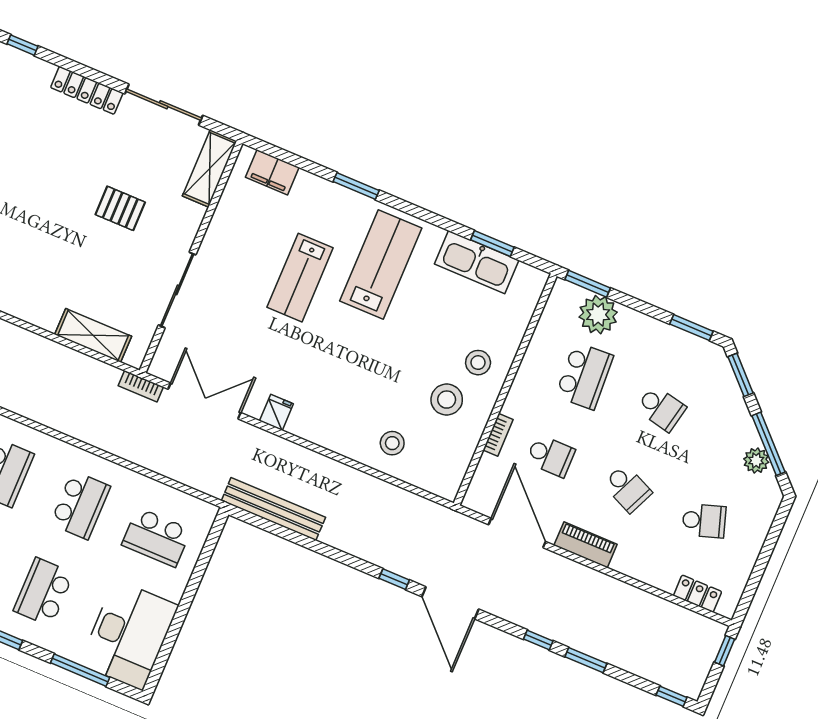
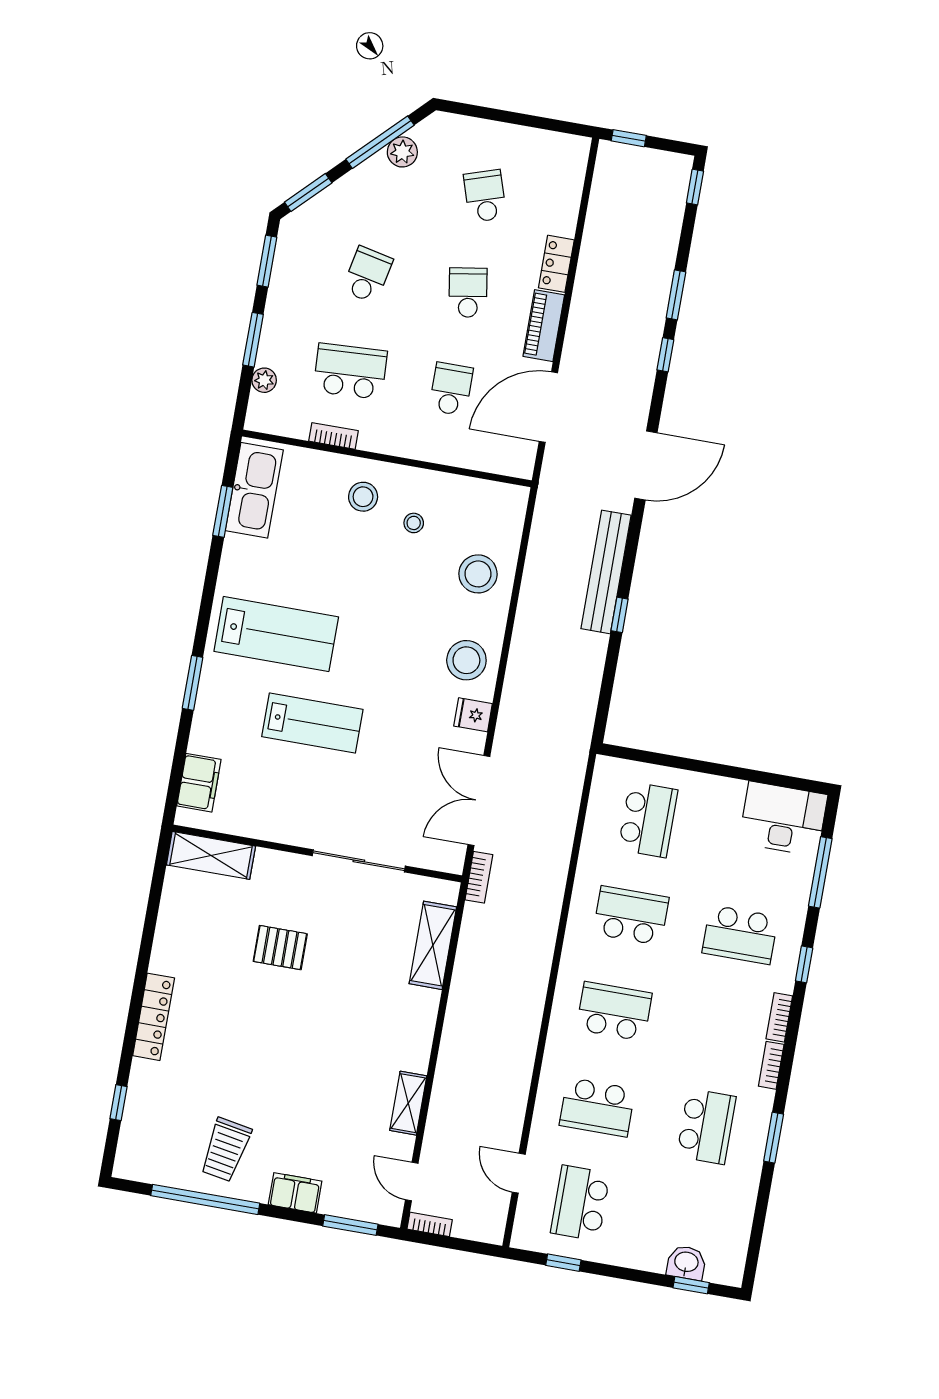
sliding door: (164, 105) -> (150, 925), removed
pallet: (120, 208) -> (280, 948), turned 90
kitchen sink: (477, 262) -> (254, 490), moved
lab bench: (381, 265) -> (276, 634), turned 180
window: (588, 284) -> (253, 340), moved
plant: (598, 315) -> (264, 380), width x0.53, depth x0.53
stool: (447, 400) -> (414, 523), width x0.53, depth x0.53
stool: (323, 417) -> (466, 660), added
bookcase: (498, 435) -> (333, 436), moved
stool: (392, 443) -> (478, 574), width x1.38, depth x1.38
school desk: (627, 488) -> (468, 292), turned -33
bench: (273, 509) -> (606, 572), moved
window: (394, 579) -> (620, 615), moved
locker: (698, 594) -> (556, 264), moved
desk: (129, 635) -> (783, 819), width x0.73, depth x0.77

